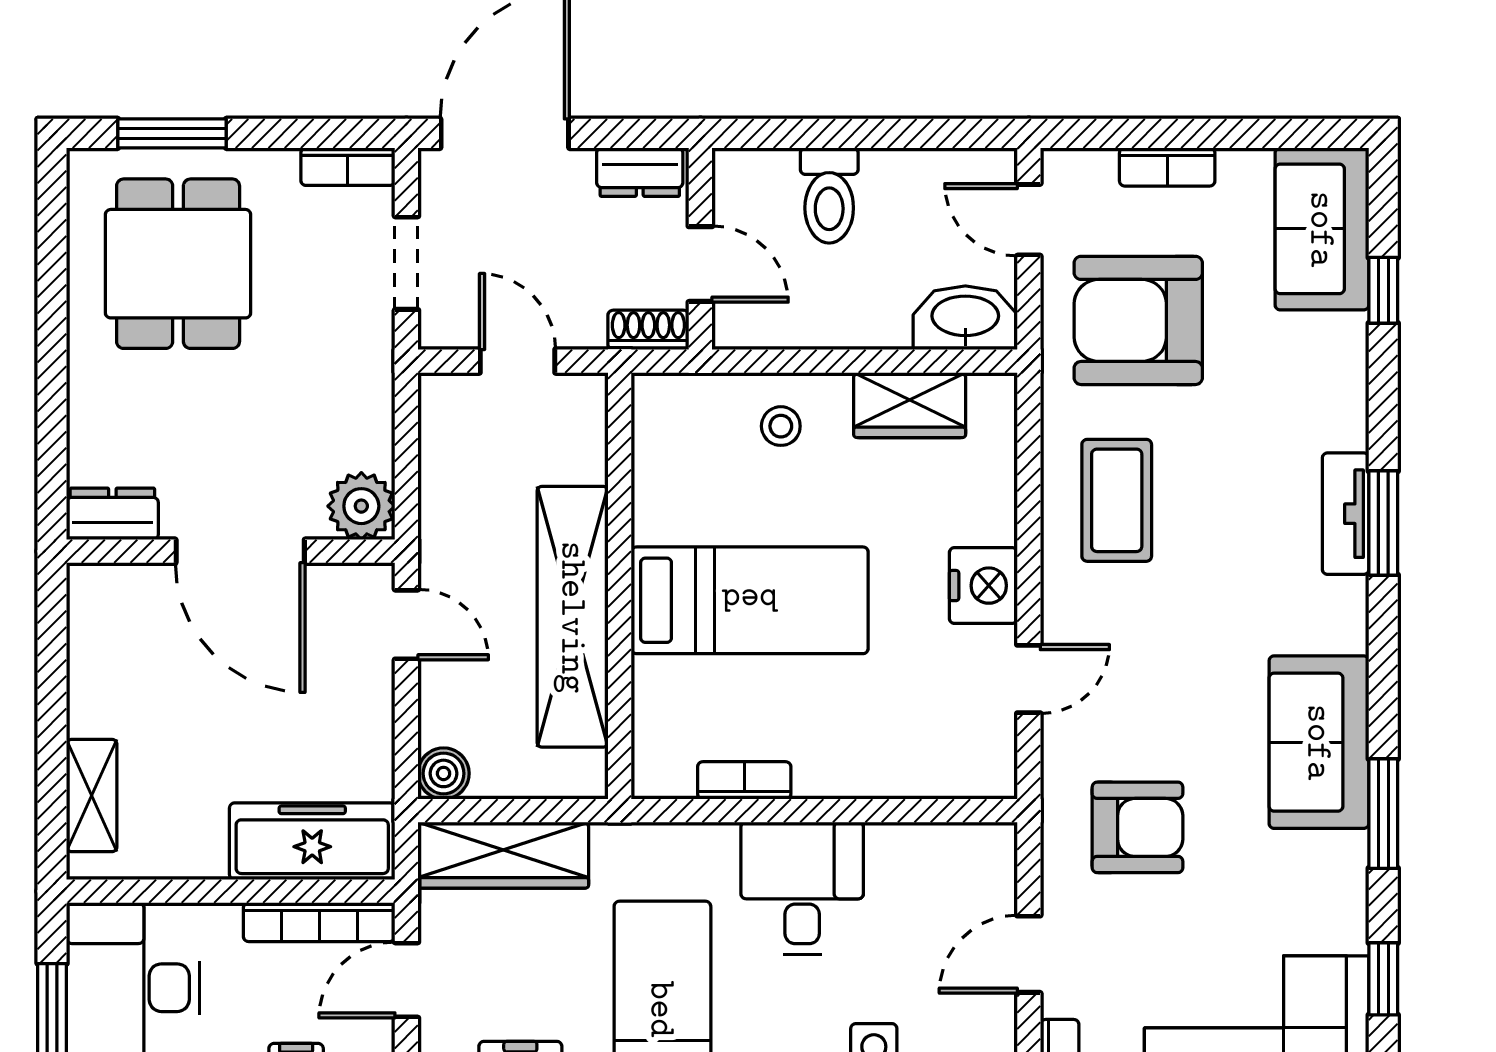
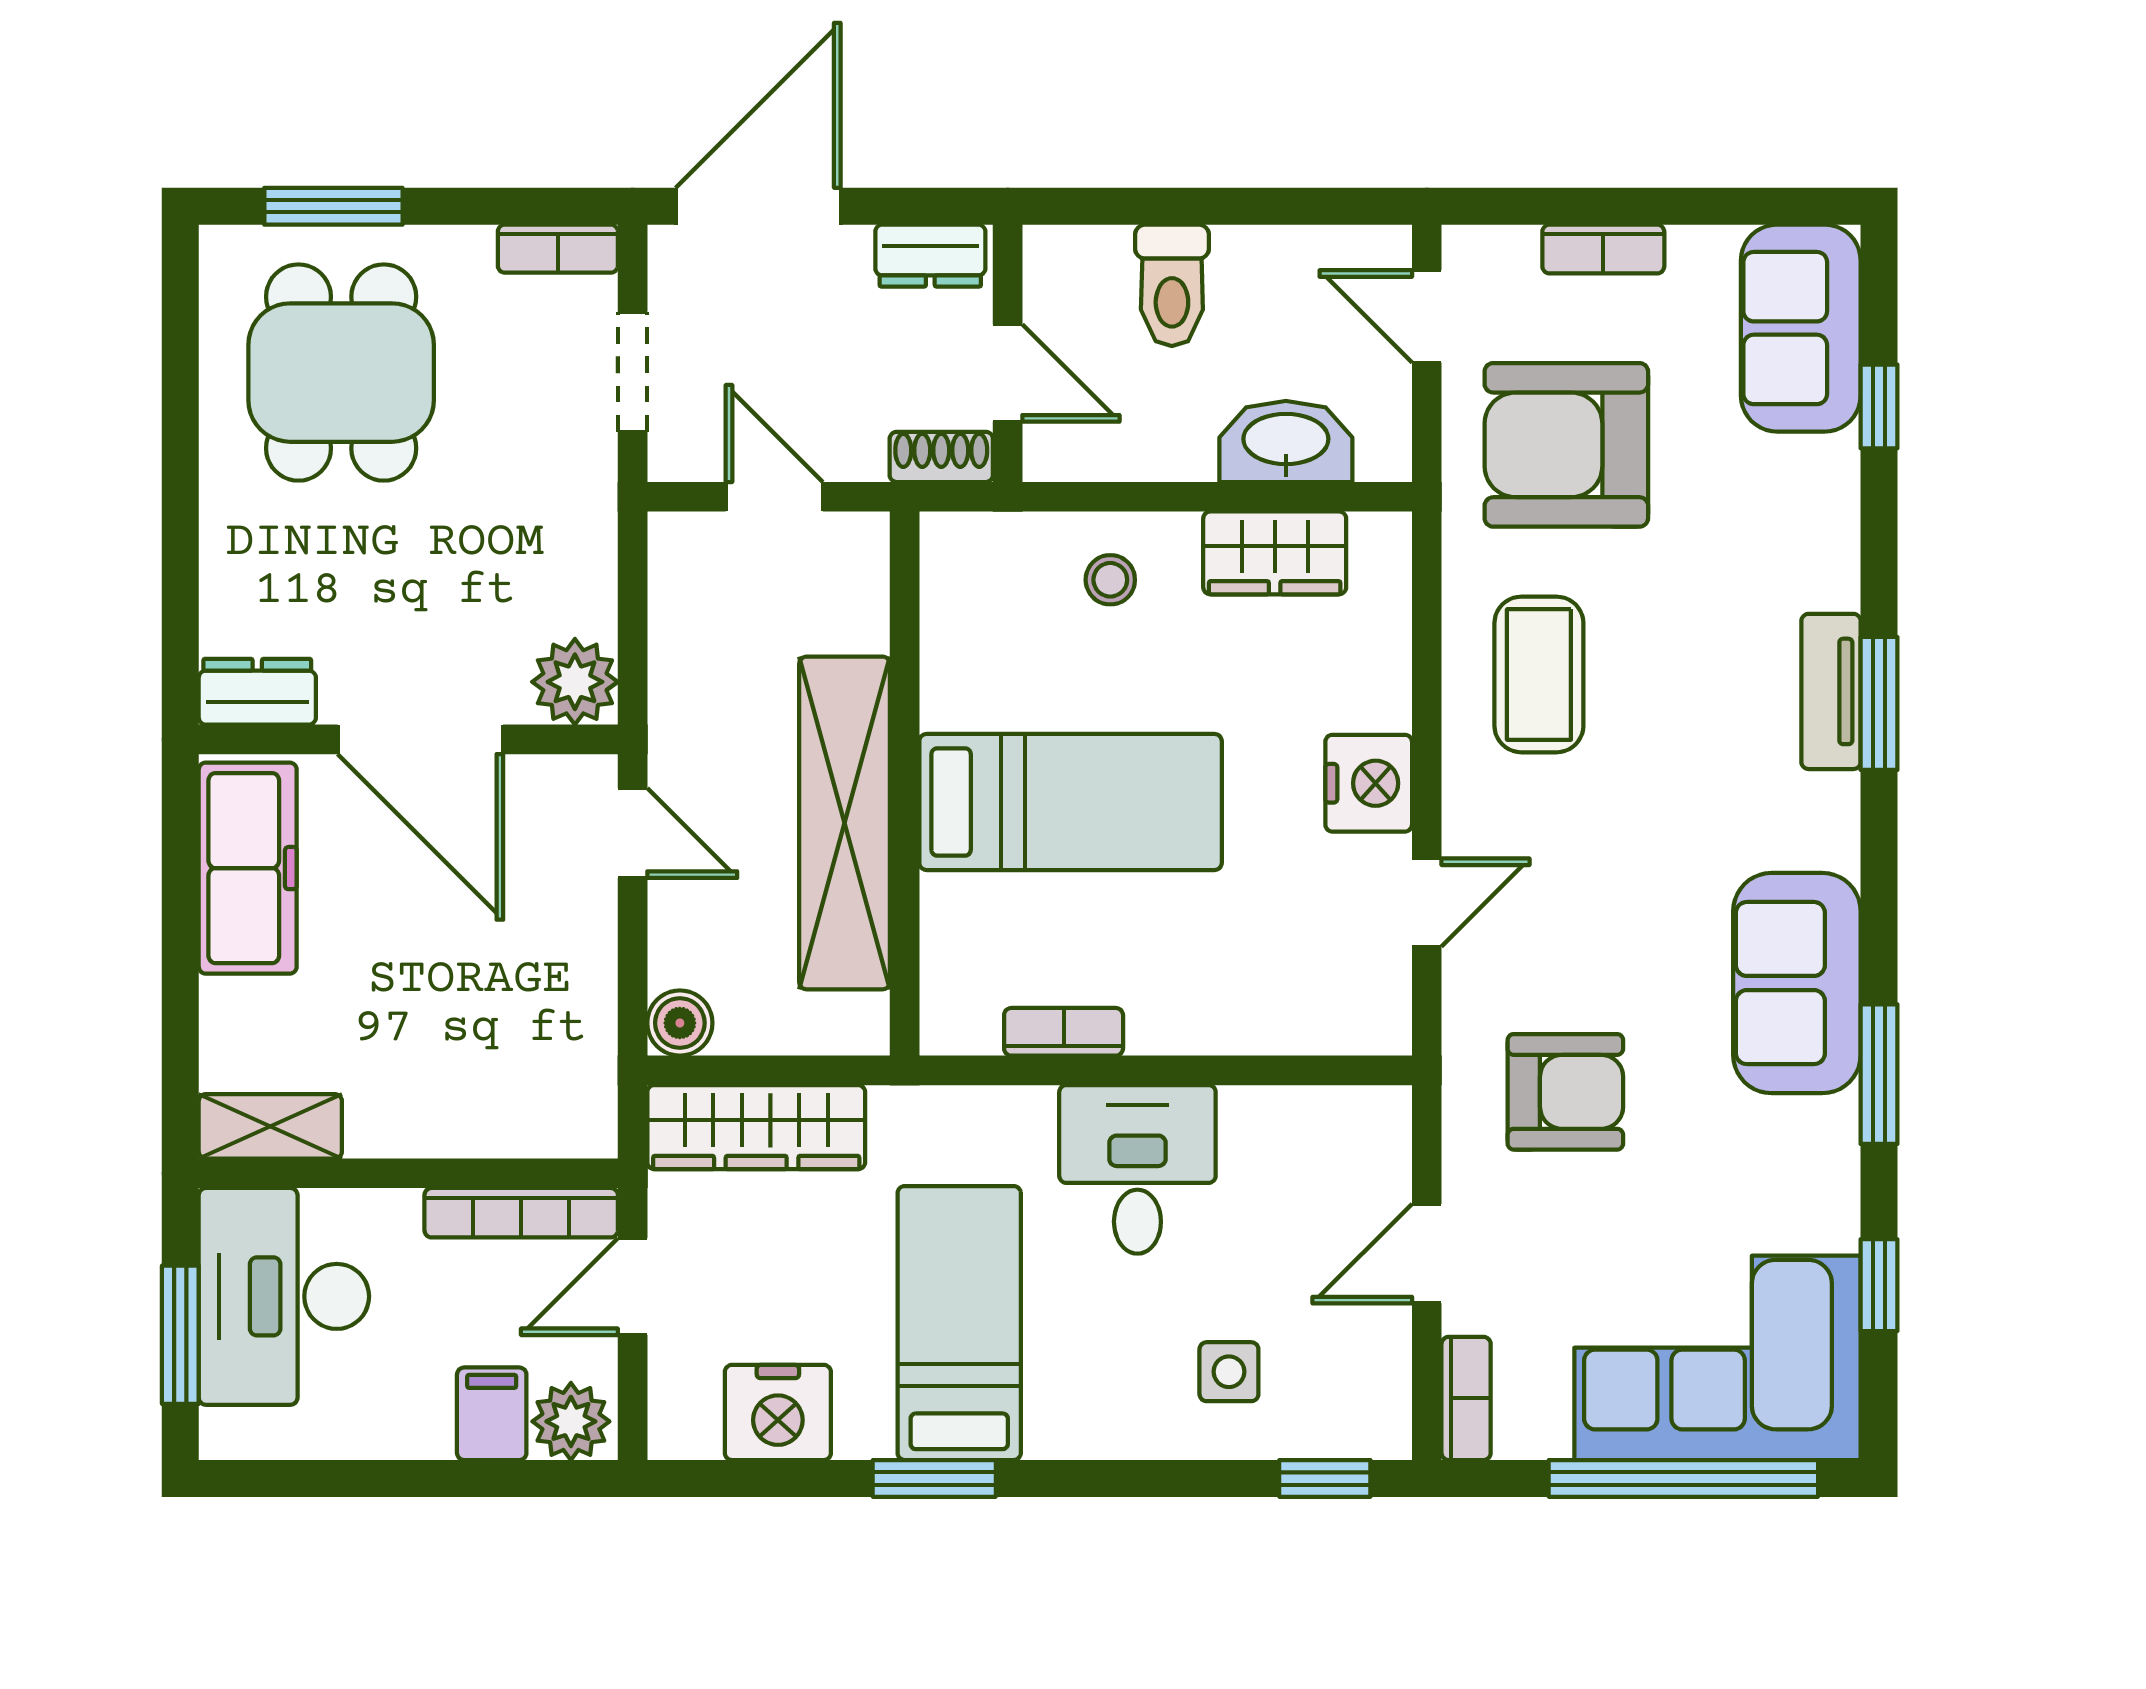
washbasin: (965, 318) -> (1286, 441), moved
shelving: (92, 796) -> (270, 1126), moved, turned 90
freezer: (312, 841) -> (248, 868), moved, turned 90

